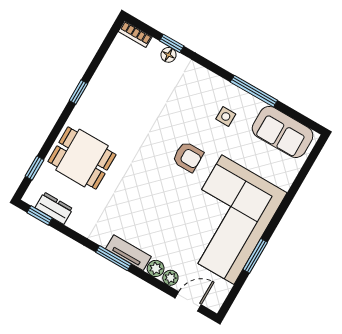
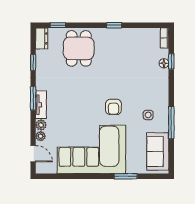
dresser: (54, 208) -> (42, 38), moved
window: (40, 215) -> (33, 62), moved
window: (255, 256) -> (126, 176), moved

